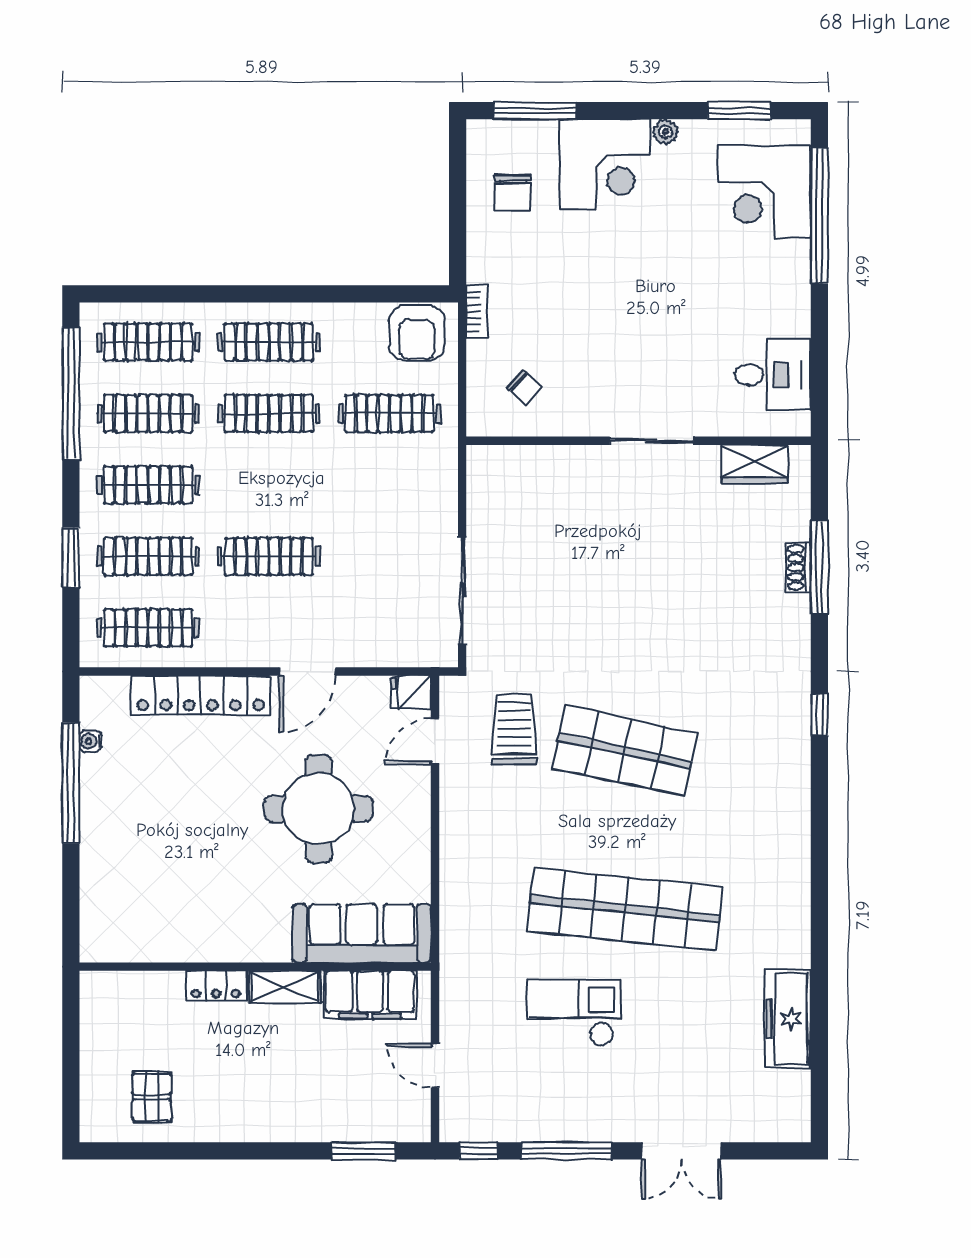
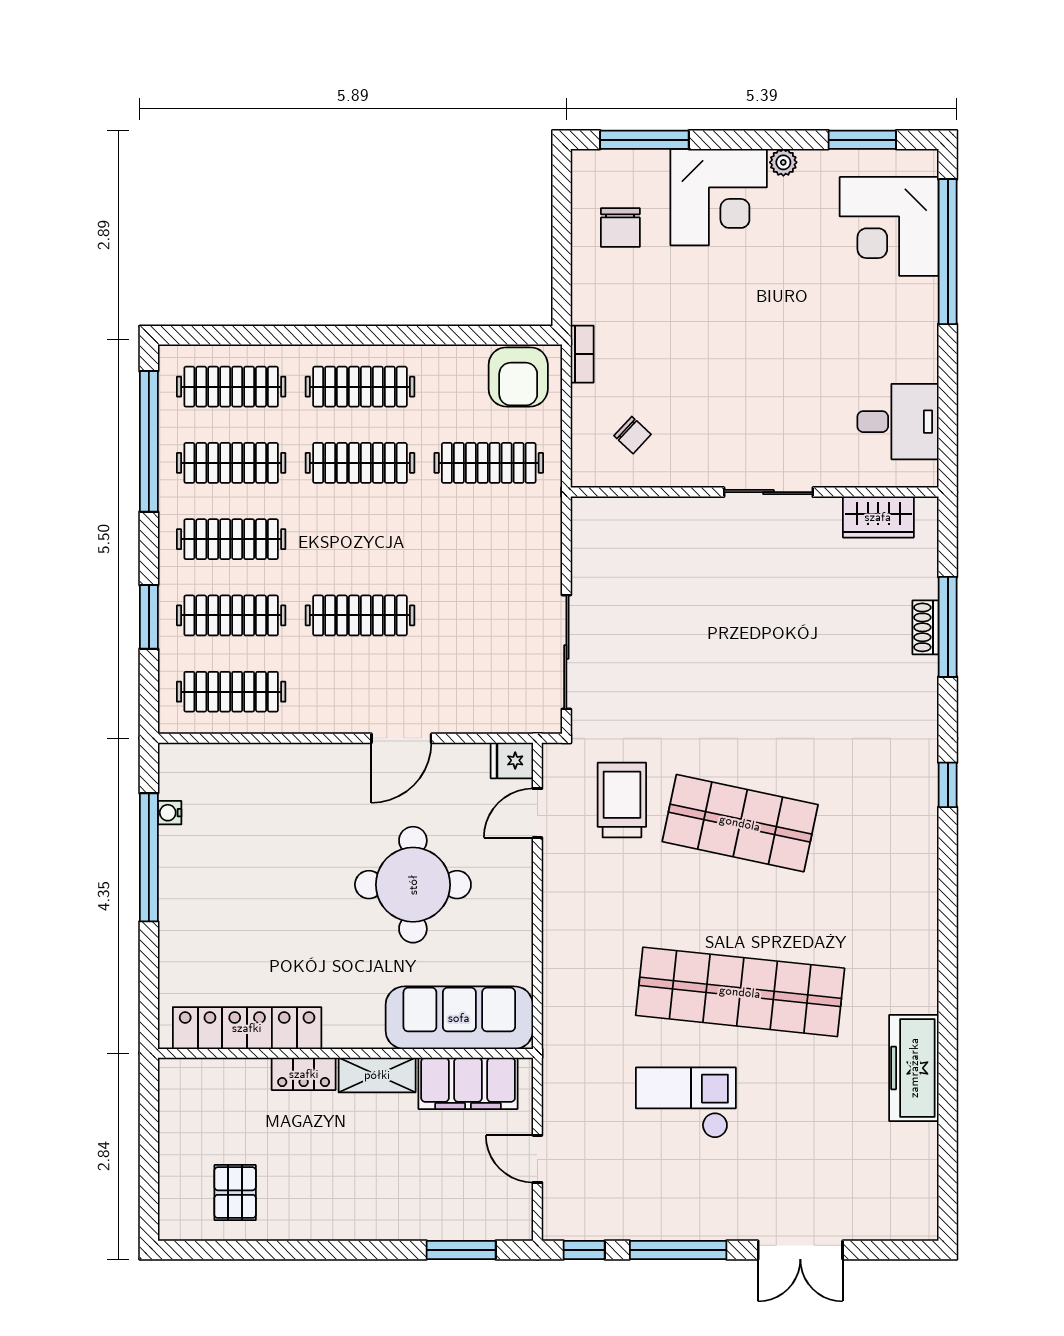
locker: (201, 695) -> (247, 1028), moved, turned 180
freezer: (788, 1019) -> (914, 1068), moved

